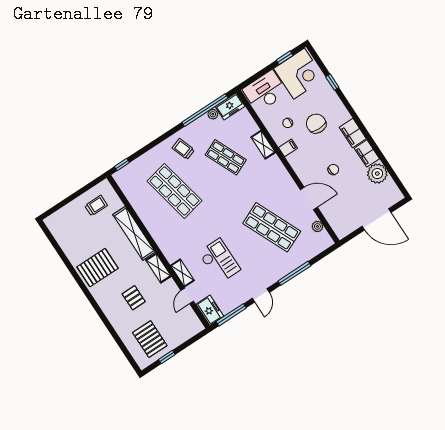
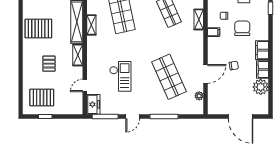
door: (309, 198) -> (205, 74), hinge flipped
shelving: (182, 273) -> (91, 25), moved
pallet: (150, 339) -> (42, 97), turned 90

